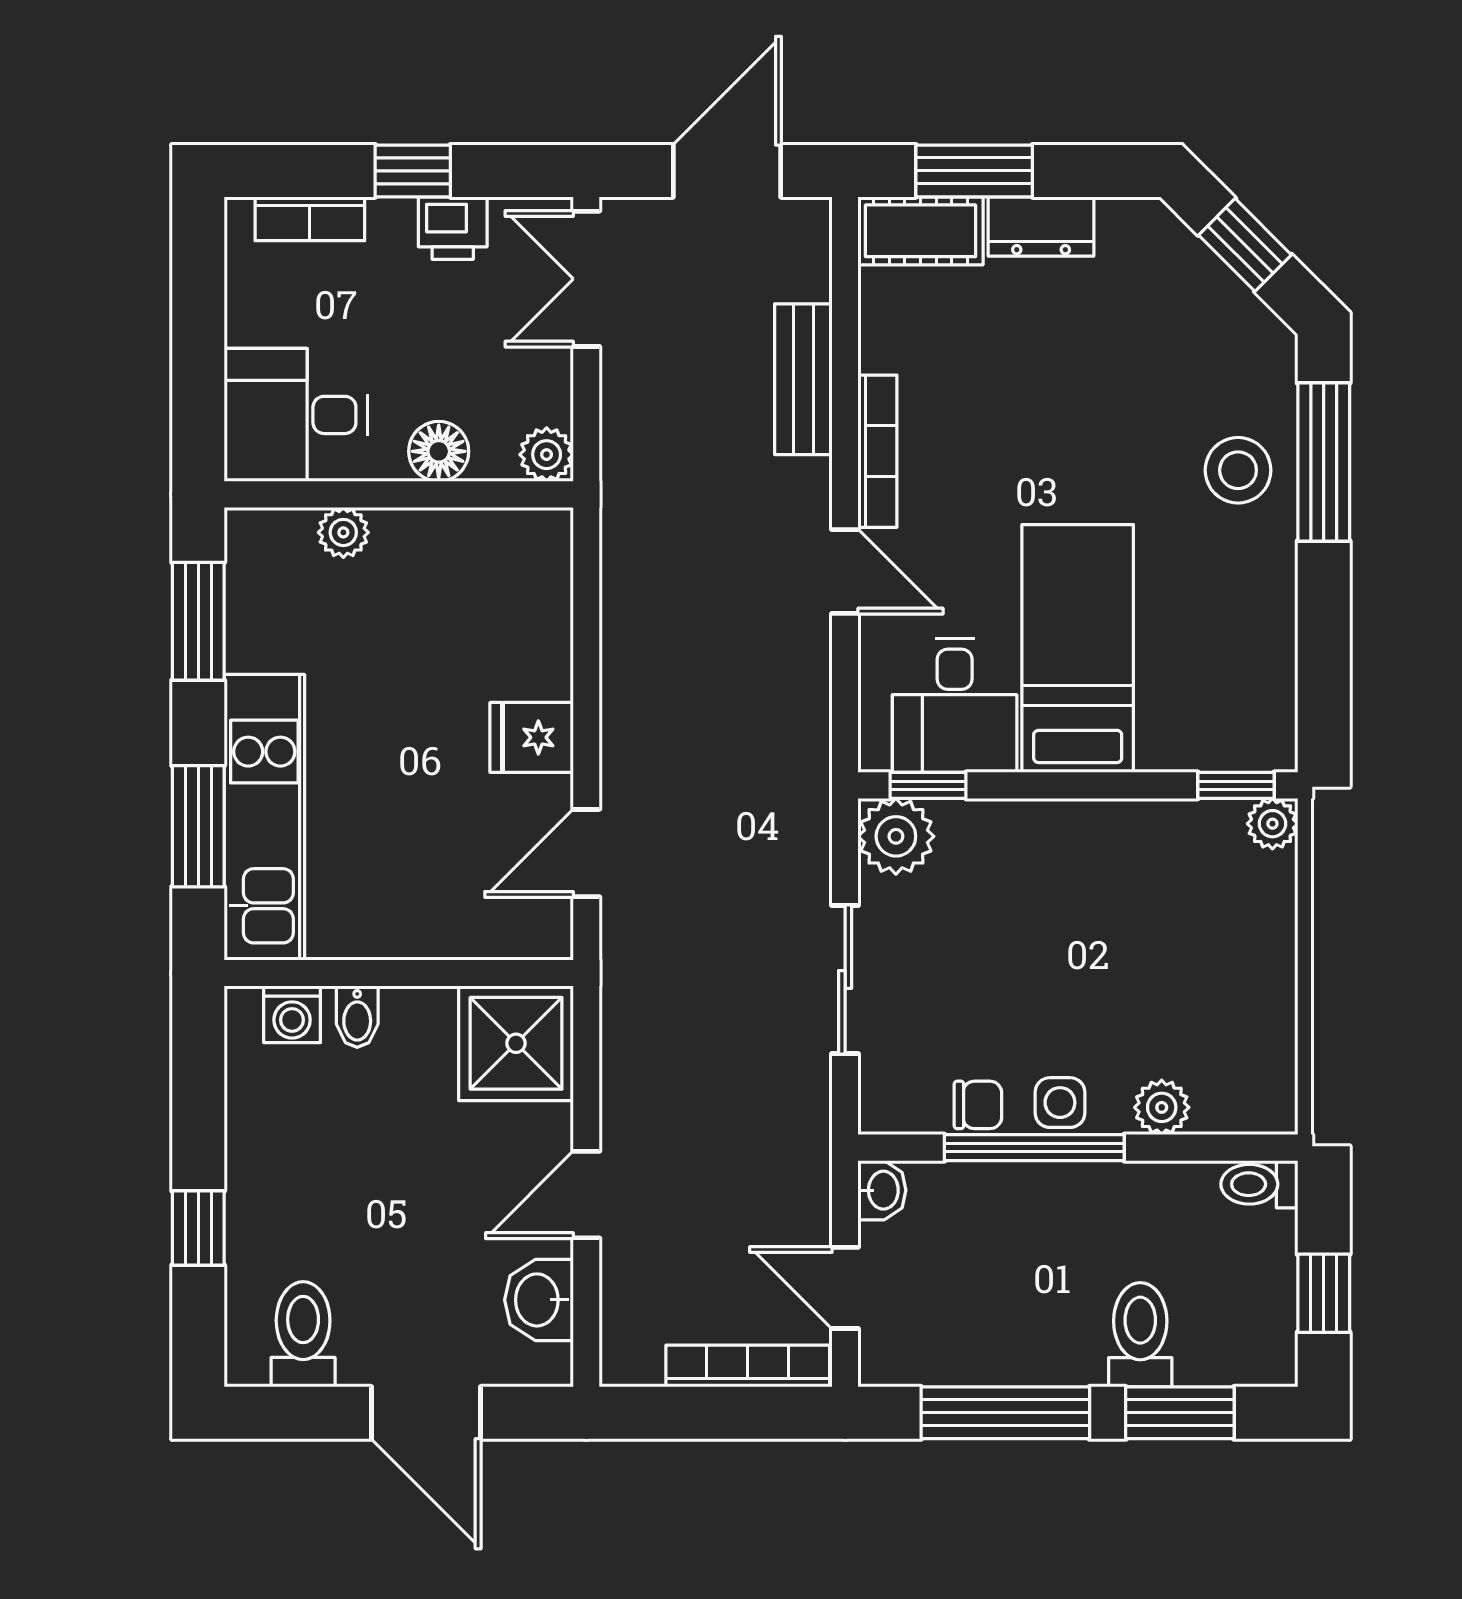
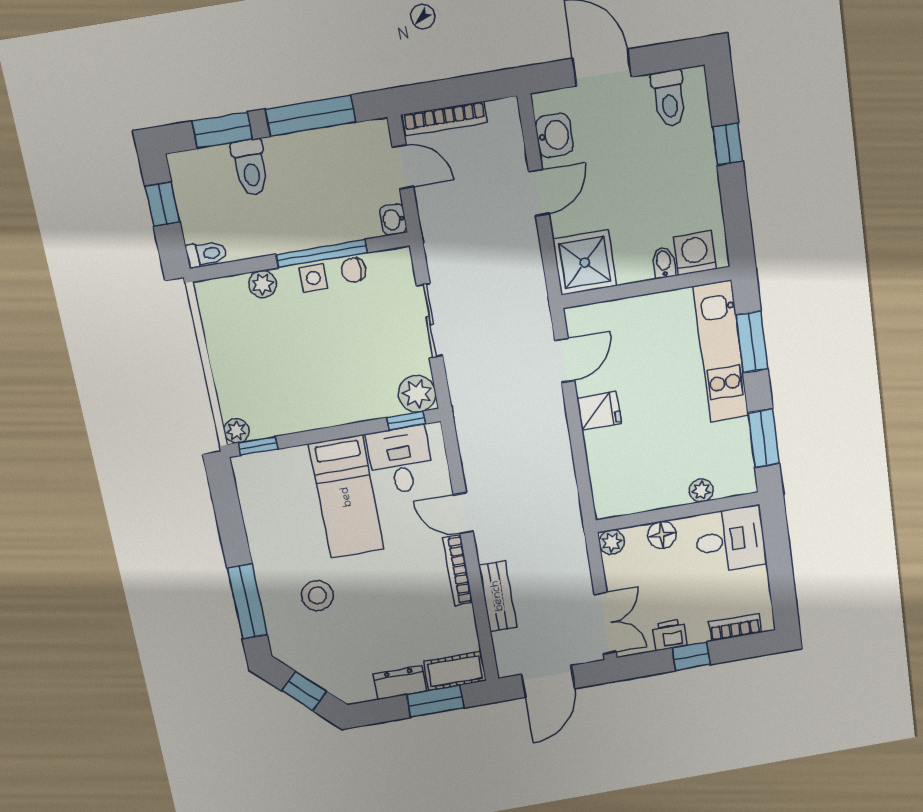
stool: (1238, 470) -> (317, 596), moved
washing machine: (292, 1014) -> (695, 253), width x1.38, depth x1.38

